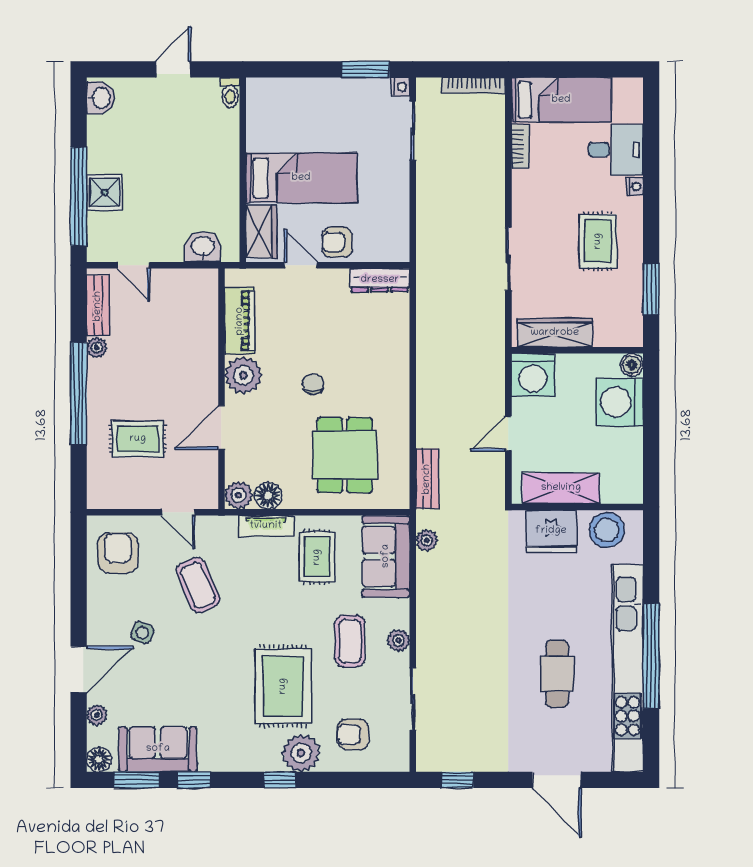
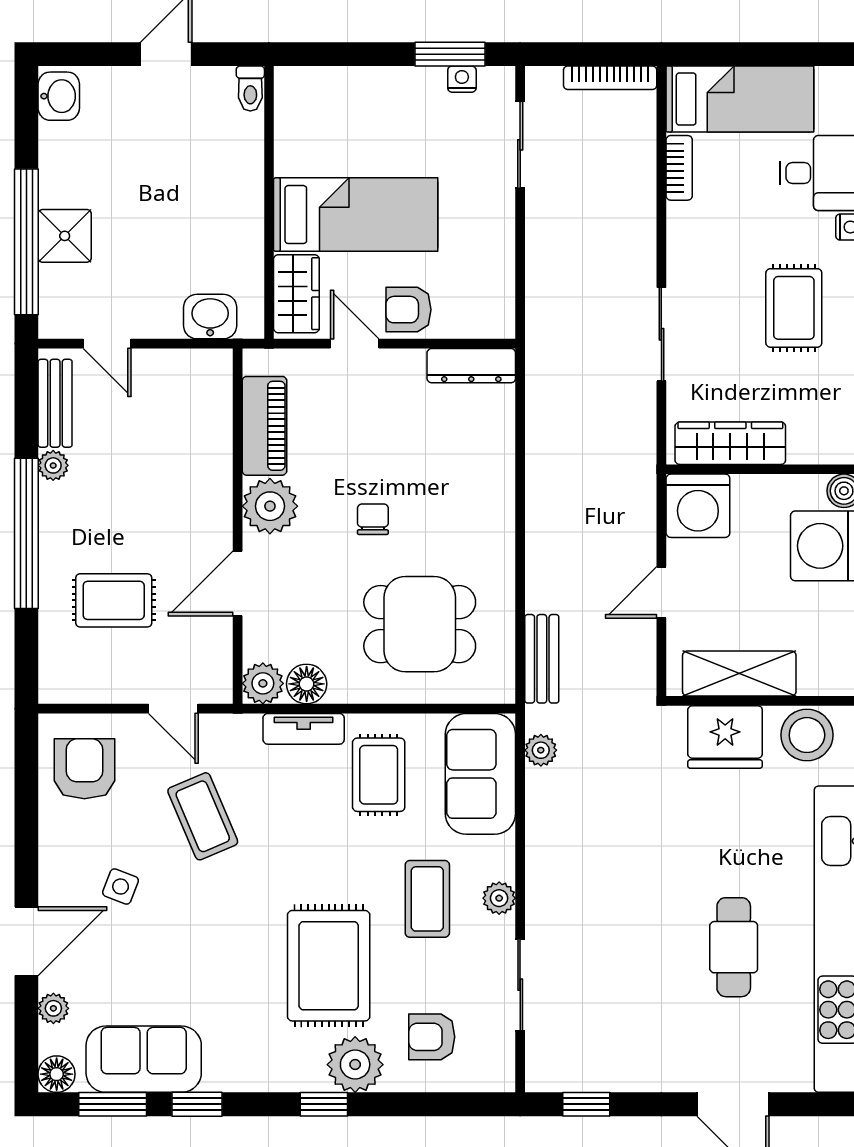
nightstand: (401, 87) -> (462, 79), moved, turned -90
dining table: (345, 455) -> (420, 624), turned 90

